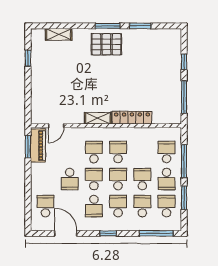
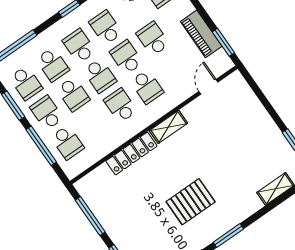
pallet: (106, 44) -> (191, 202), moved
piano: (38, 145) -> (201, 34), moved
school desk: (118, 152) -> (120, 105), turned 180
school desk: (94, 179) -> (126, 57), turned 180
school desk: (118, 206) -> (79, 46), turned 180

